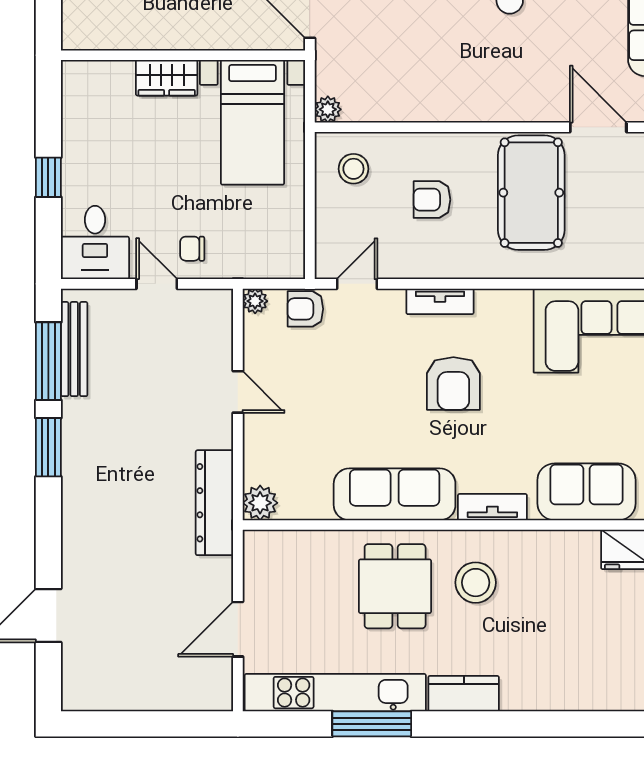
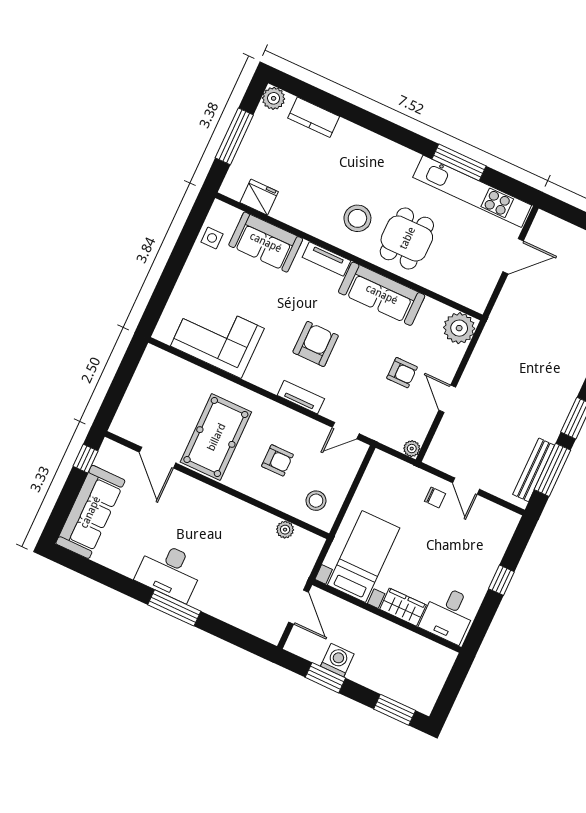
plant: (328, 109) -> (285, 530), moved
desk: (95, 242) -> (449, 614), moved, turned 180
armchair: (305, 309) -> (402, 373), moved
dresser: (214, 503) -> (492, 339), removed
plant: (260, 503) -> (459, 328), width x1.36, depth x1.36
kitchen counter: (464, 694) -> (314, 117), moved

